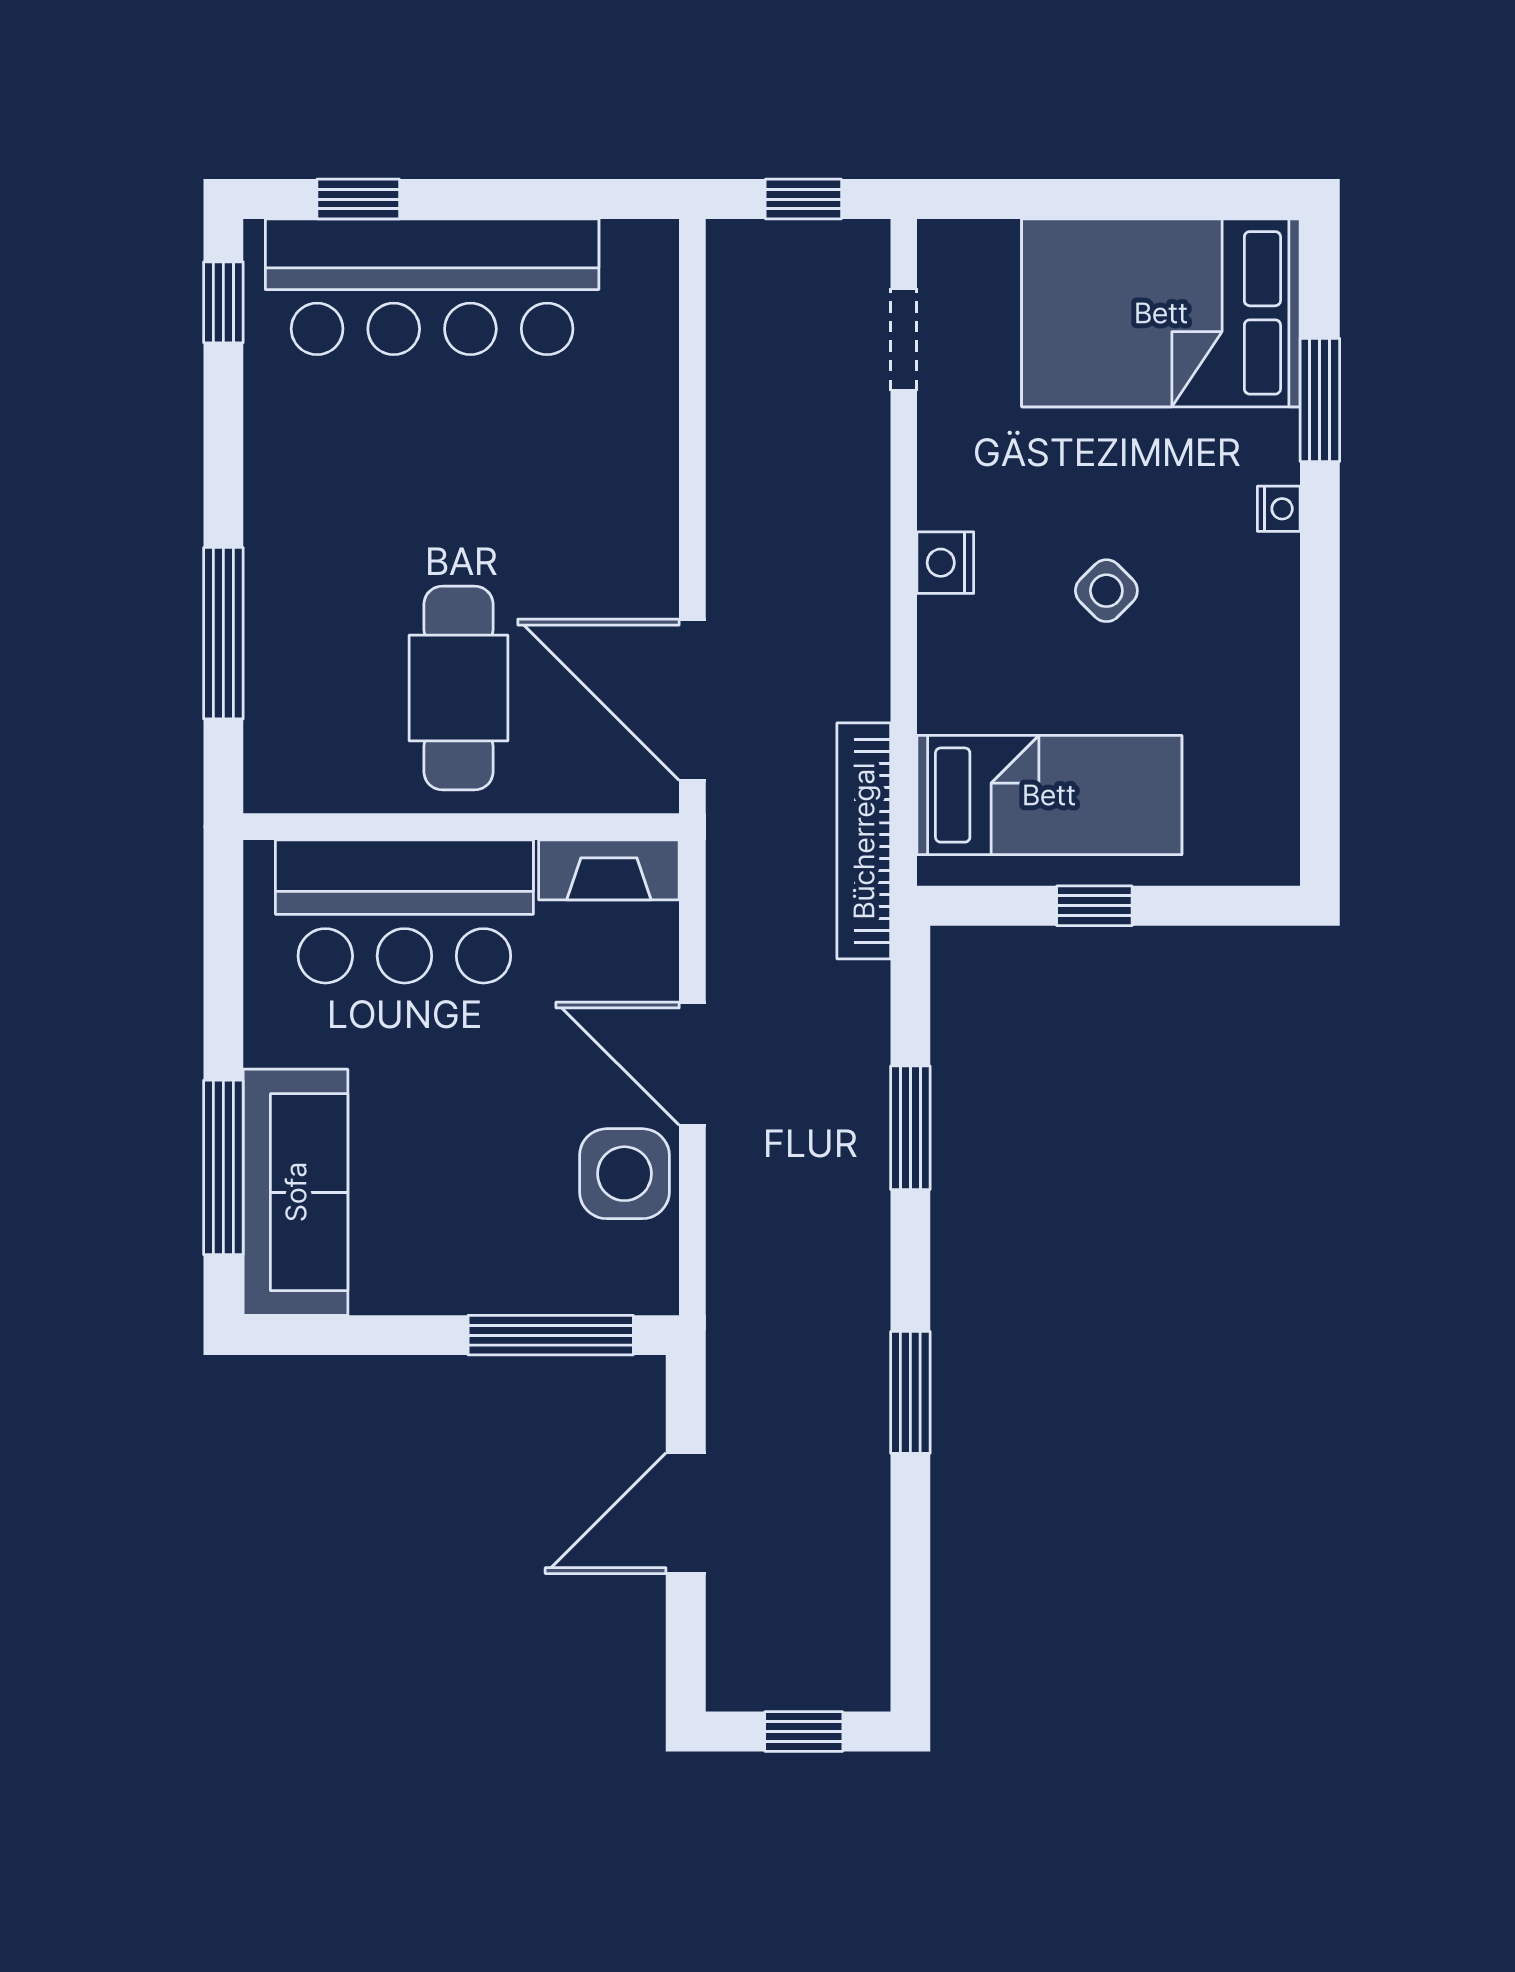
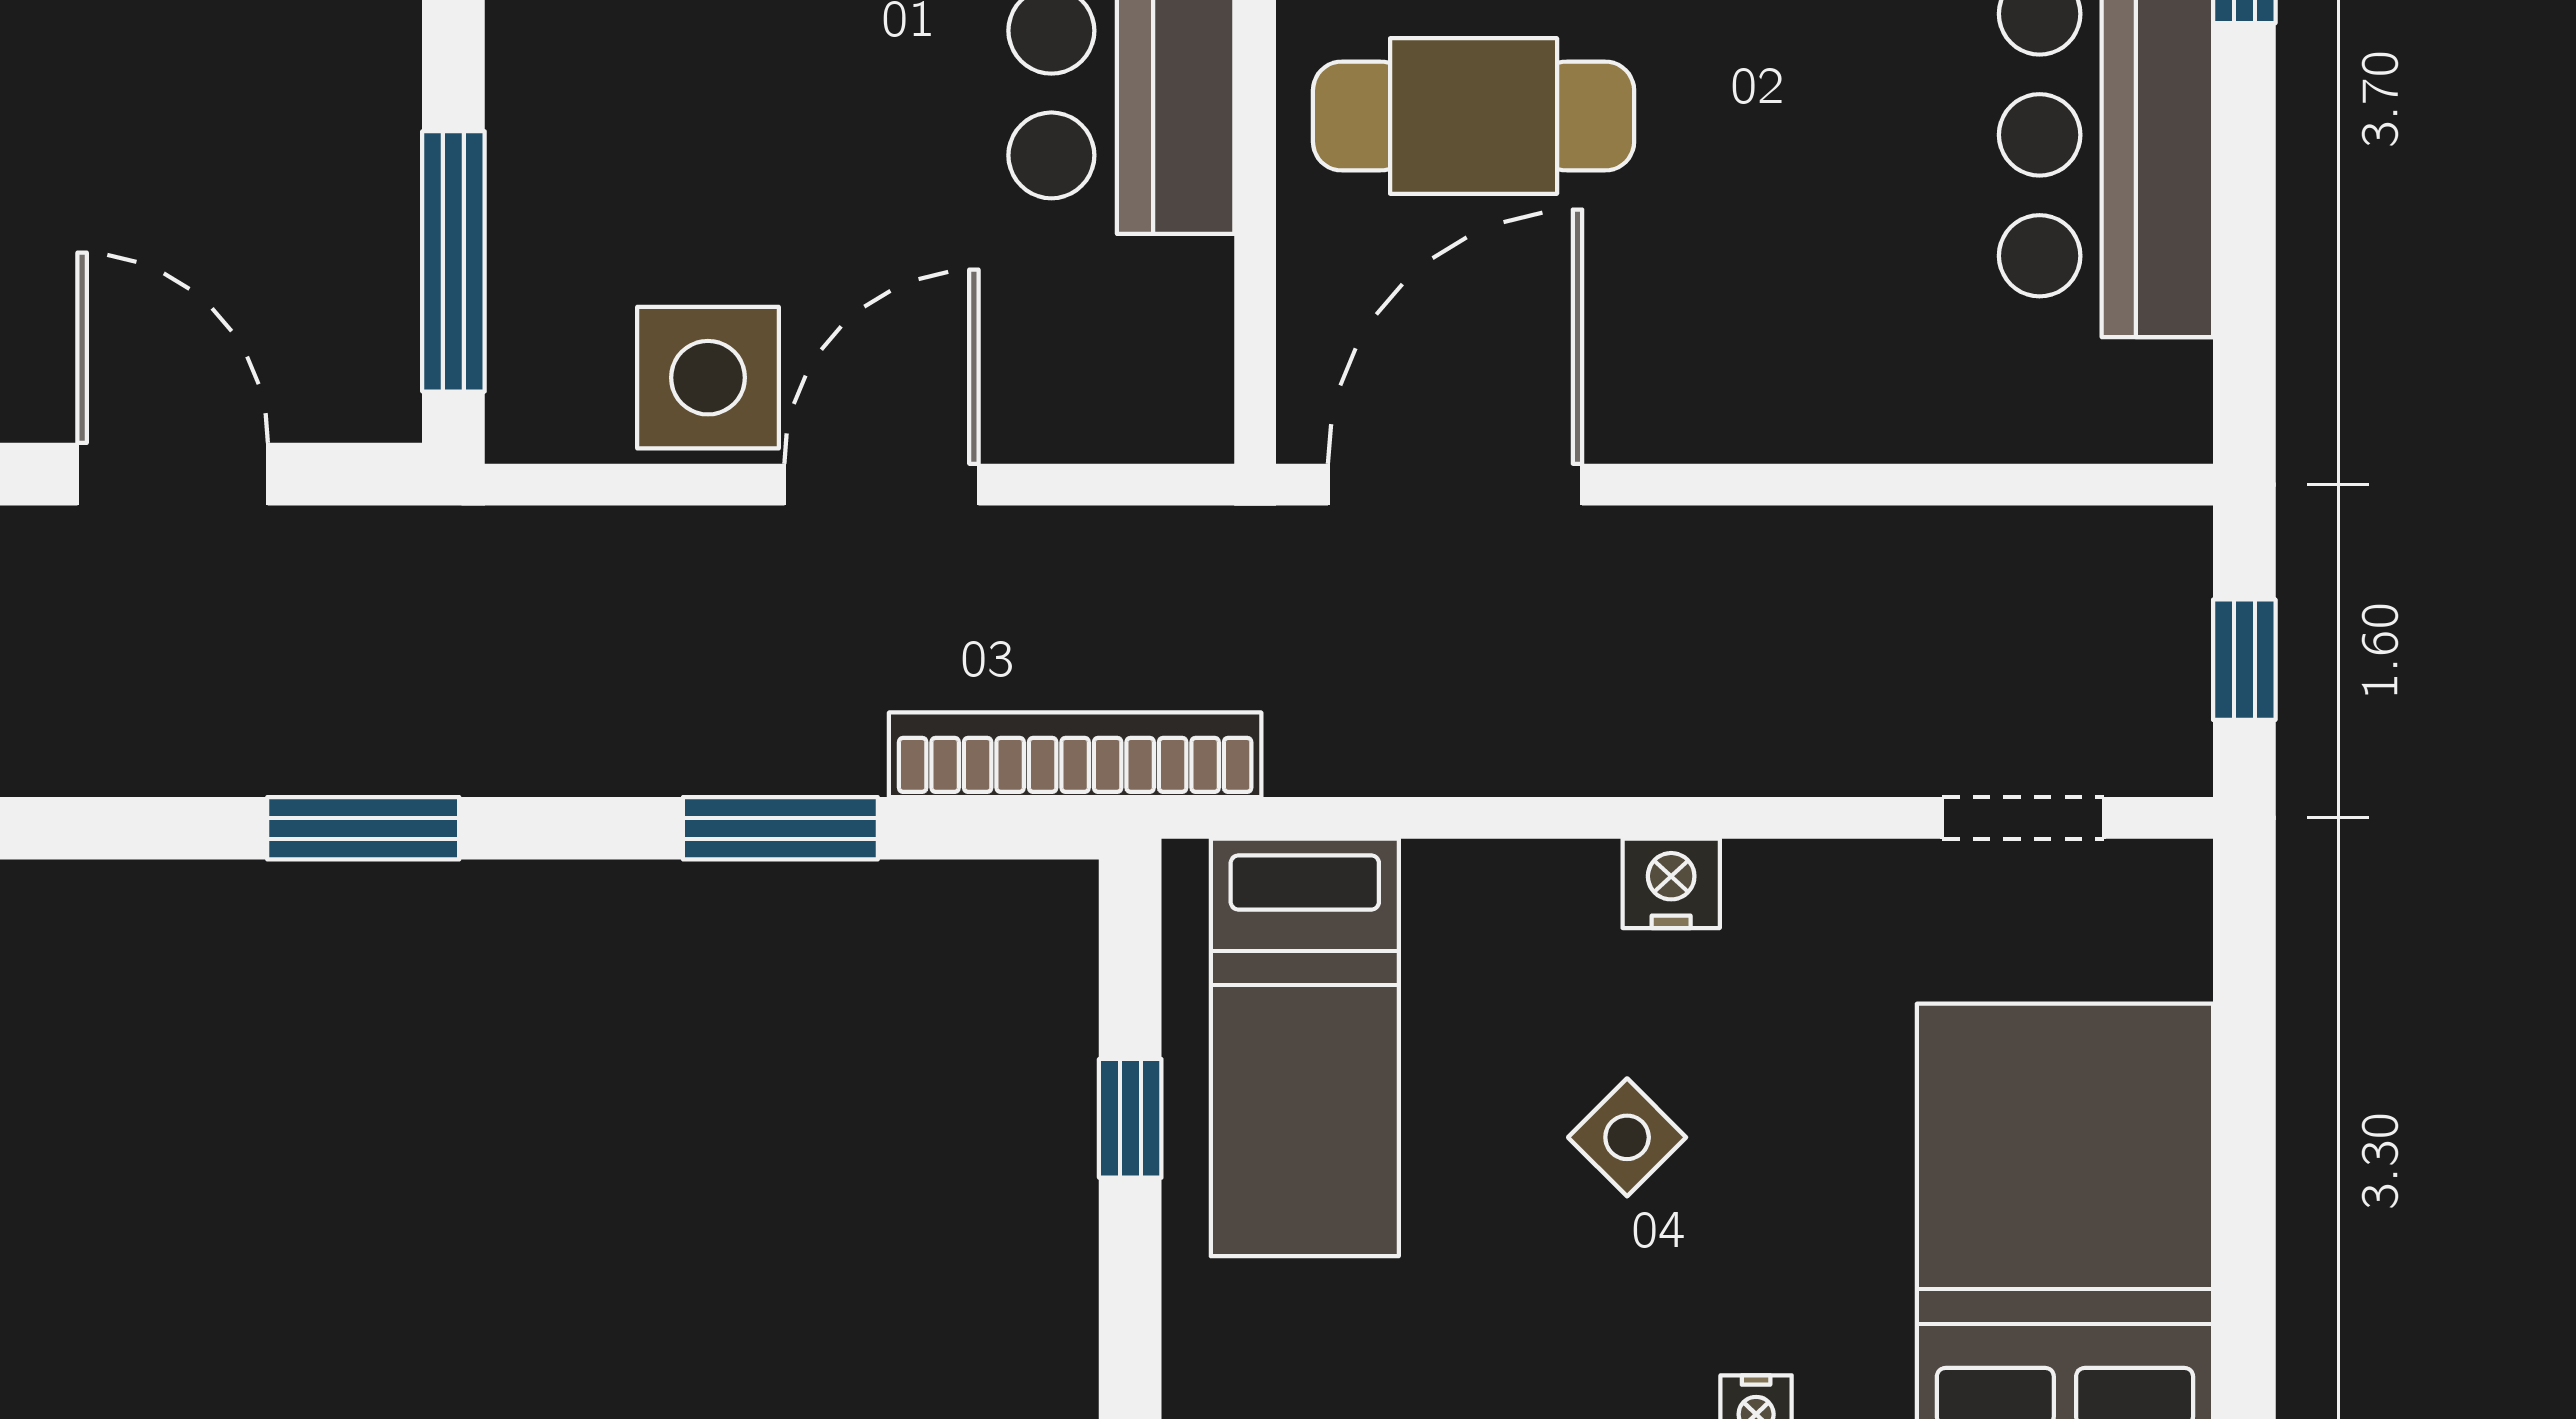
bookcase: (864, 841) -> (1075, 755), moved
fireplace: (609, 870) -> (1187, 353), removed

